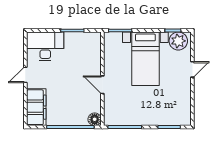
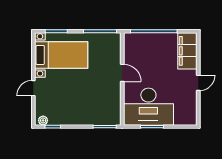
plant: (178, 41) -> (43, 120), width x0.53, depth x0.53
desk: (45, 46) -> (148, 107), moved, width x1.36, depth x1.30
bed with nightstands: (145, 59) -> (61, 55), moved, turned 90
floor lamp: (95, 119) -> (130, 39), removed

